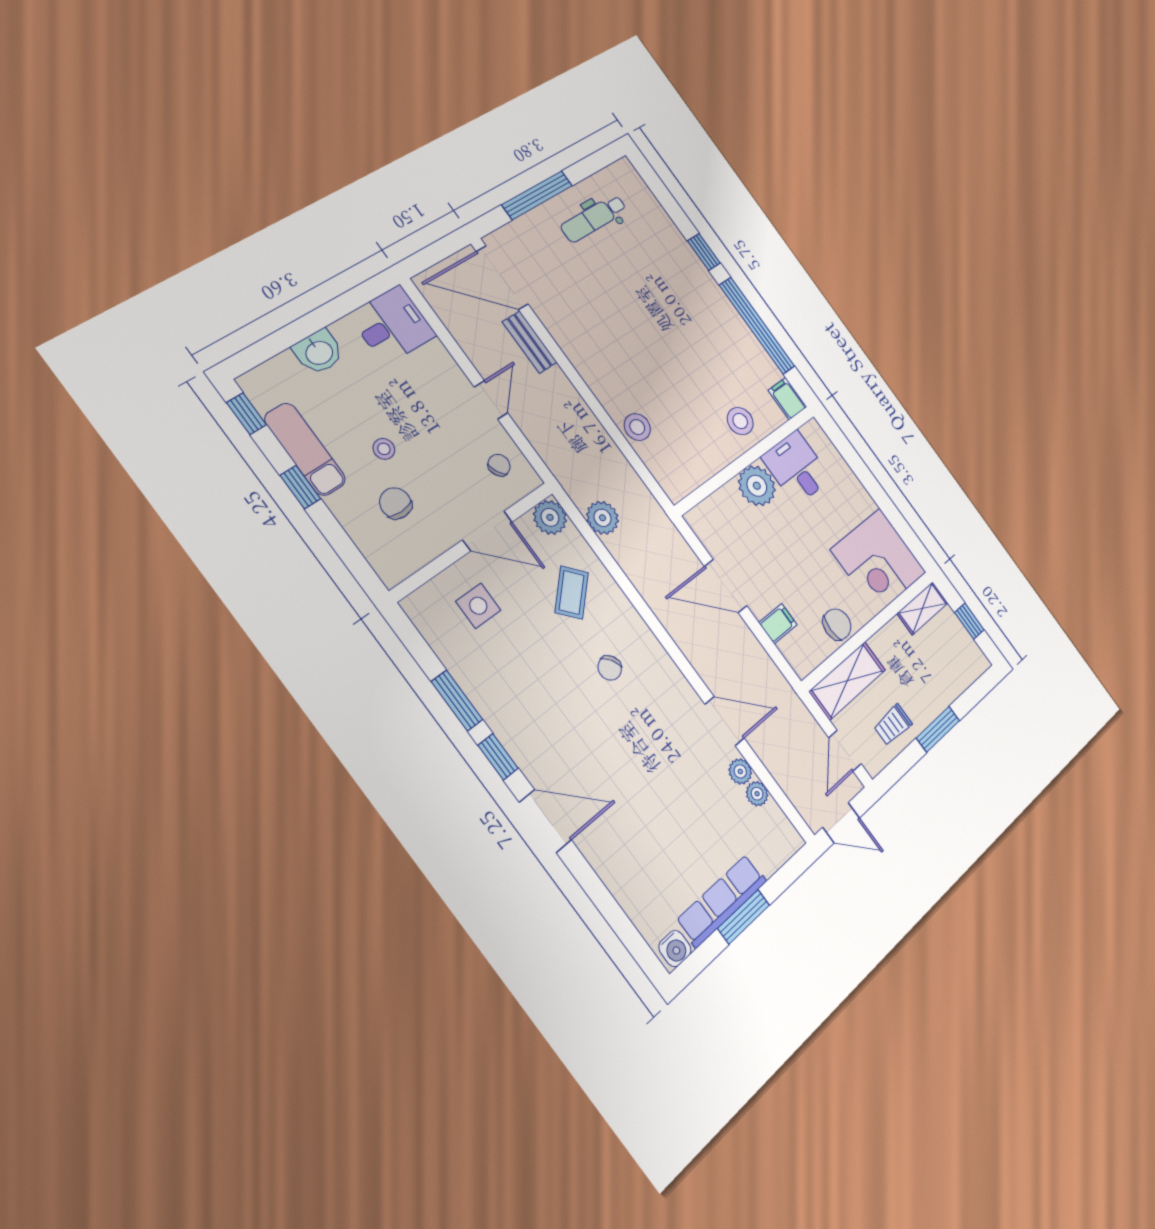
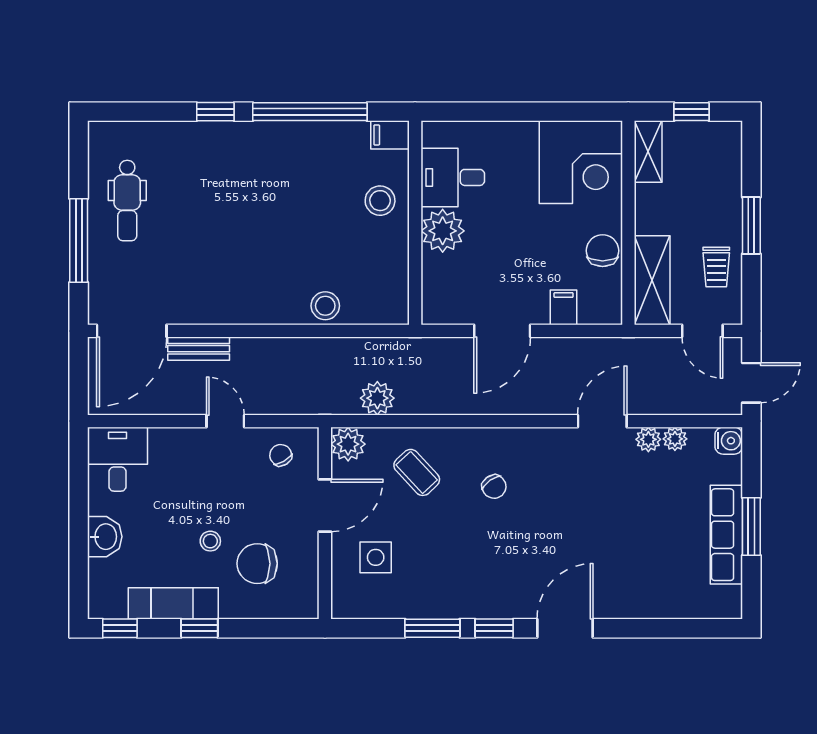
chair: (396, 503) -> (257, 564), width x1.37, depth x1.37
water cooler: (675, 949) -> (729, 441), moved

